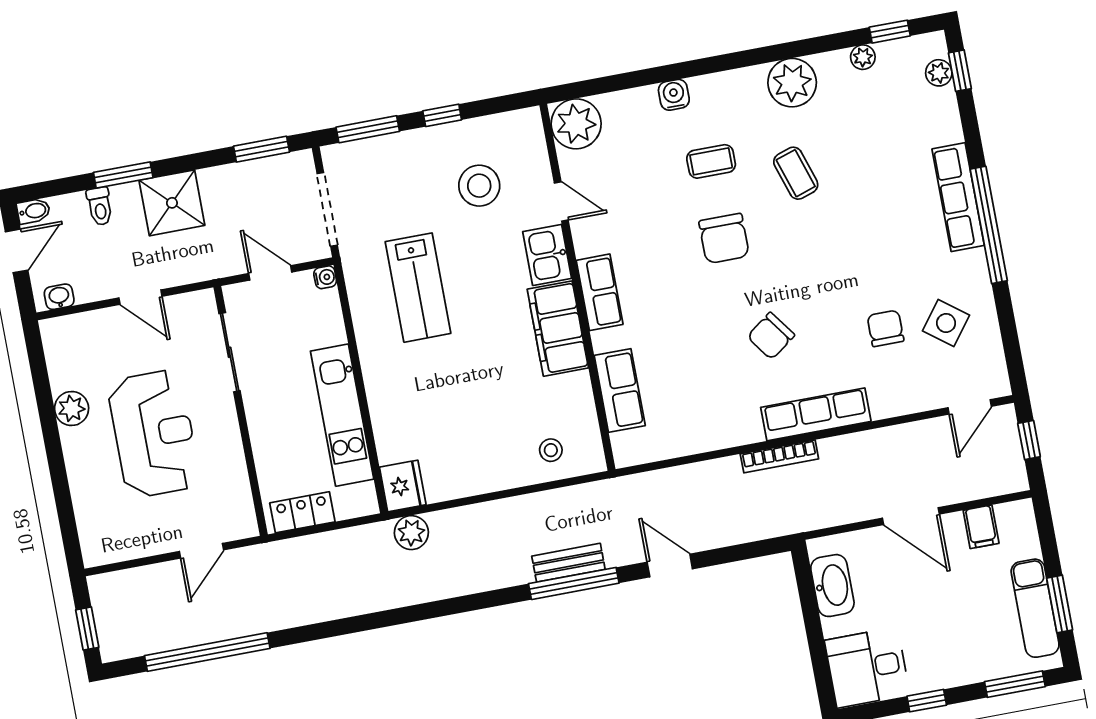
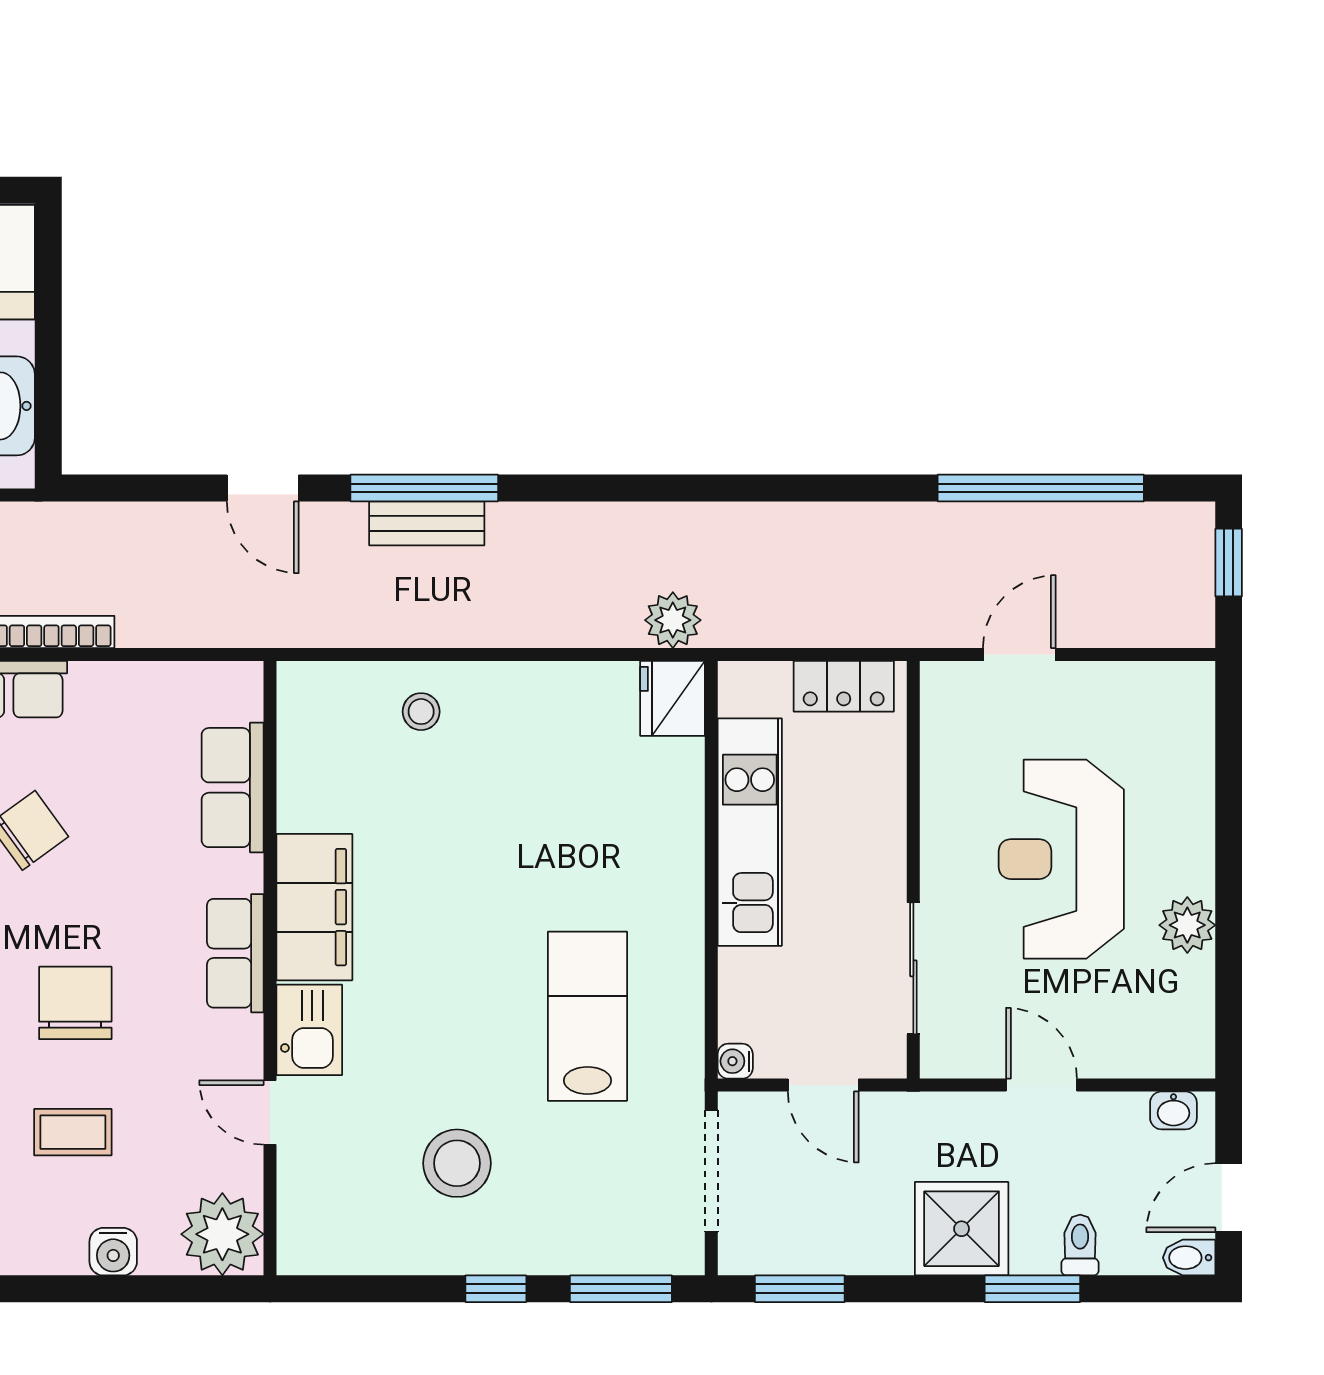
plant: (576, 124) -> (222, 1234), moved
door: (561, 202) -> (270, 1112), moved
kitchen sink: (547, 255) -> (309, 1030), moved
wall: (577, 287) -> (270, 968), moved
row of seats: (600, 292) -> (235, 953), moved
filing cabinet: (558, 329) -> (314, 907), moved
row of seats: (620, 391) -> (233, 788), moved

